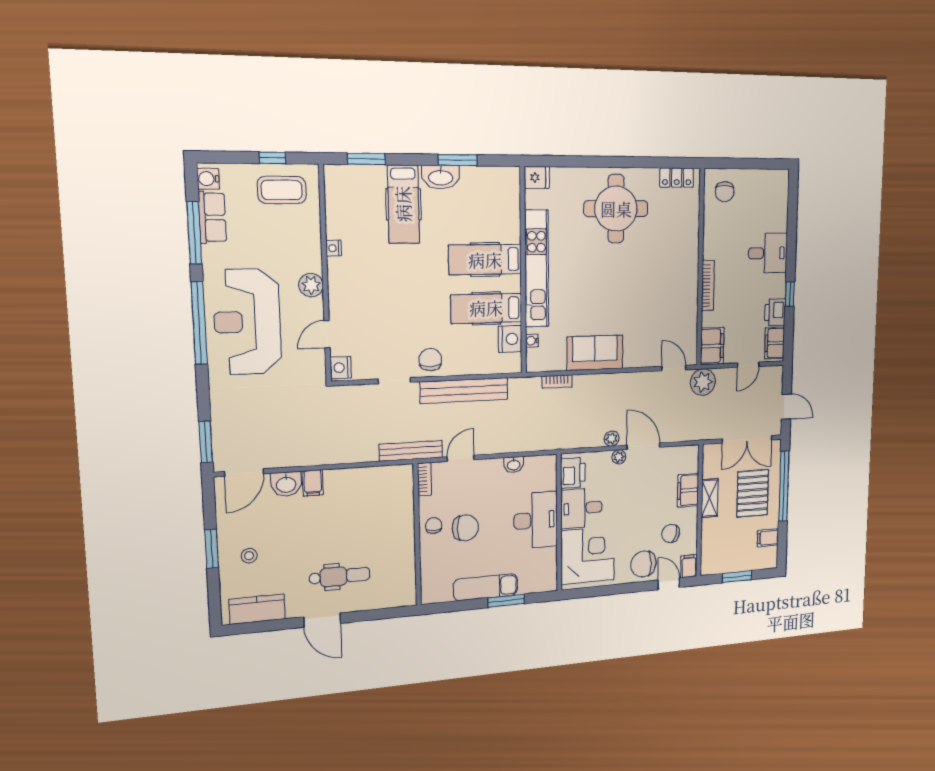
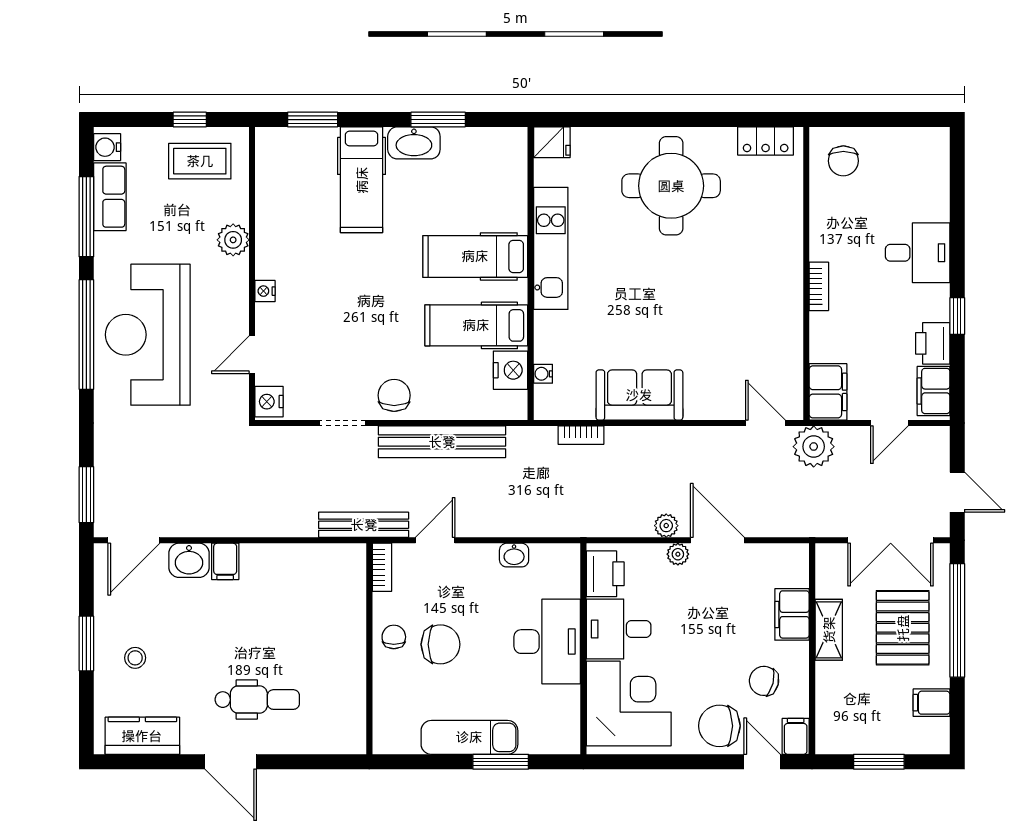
nightstand: (334, 248) -> (265, 291), moved
kitchen unit: (537, 269) -> (551, 248), width x0.73
plant: (311, 285) -> (233, 240), moved
bookcase: (708, 286) -> (819, 286), width x0.64

